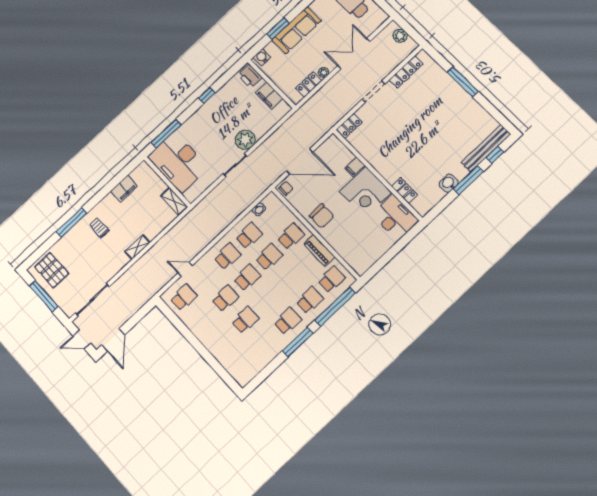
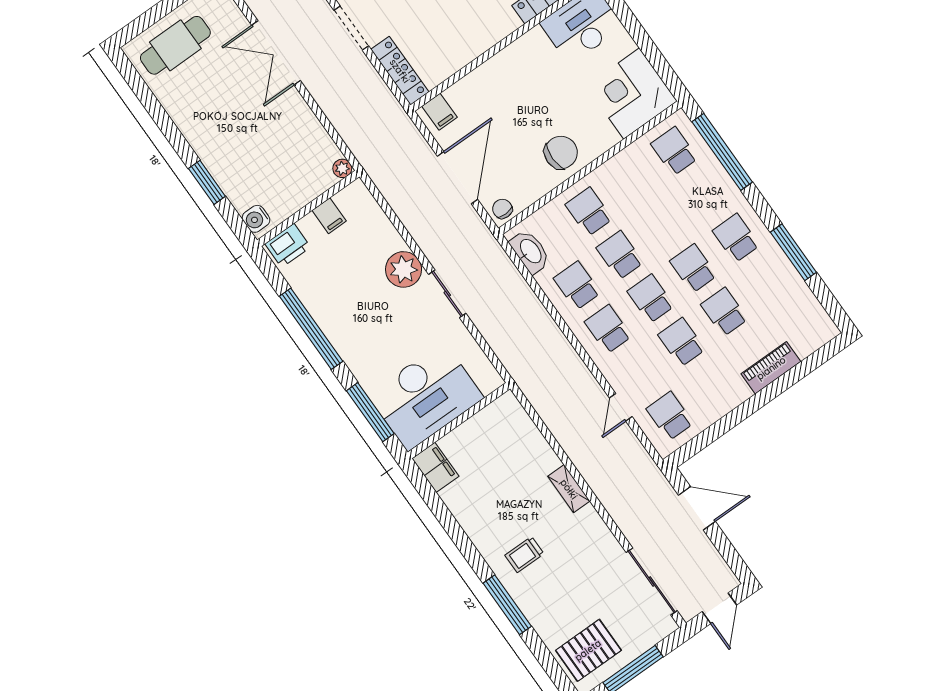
sofa: (297, 30) -> (216, 149), removed
plant: (324, 72) -> (342, 168), moved
locker: (309, 85) -> (320, 142), removed
window: (207, 95) -> (311, 329), width x3.17
filing cabinet: (269, 96) -> (329, 216), width x0.50
locker: (349, 126) -> (400, 71), width x1.53
filing cabinet: (355, 167) -> (439, 112), moved
filing cabinet: (124, 189) -> (435, 467), moved
corner desk: (365, 192) -> (632, 94), moved, turned 180
shelving: (174, 201) -> (496, 412), removed
washbasin: (259, 209) -> (530, 252), width x1.91, depth x1.45
piano: (319, 251) -> (771, 368), moved, turned 180
school desk: (310, 300) -> (693, 268), moved
door: (113, 340) -> (697, 508), moved
window: (298, 342) -> (793, 252), moved

